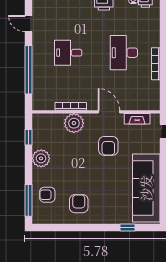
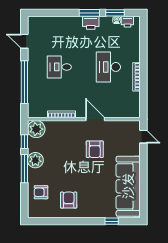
fireplace: (137, 119) -> (120, 125), removed
plant: (74, 123) -> (36, 129), moved
window: (28, 200) -> (24, 169), moved

